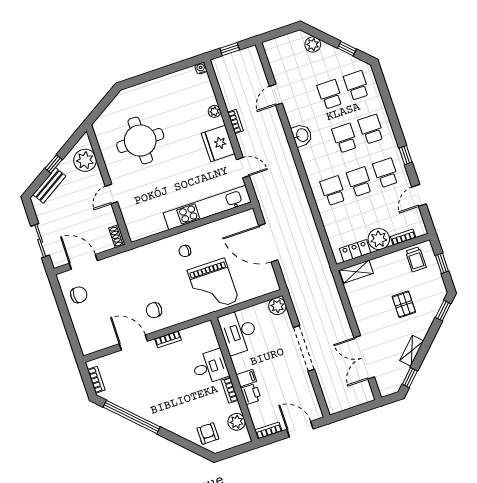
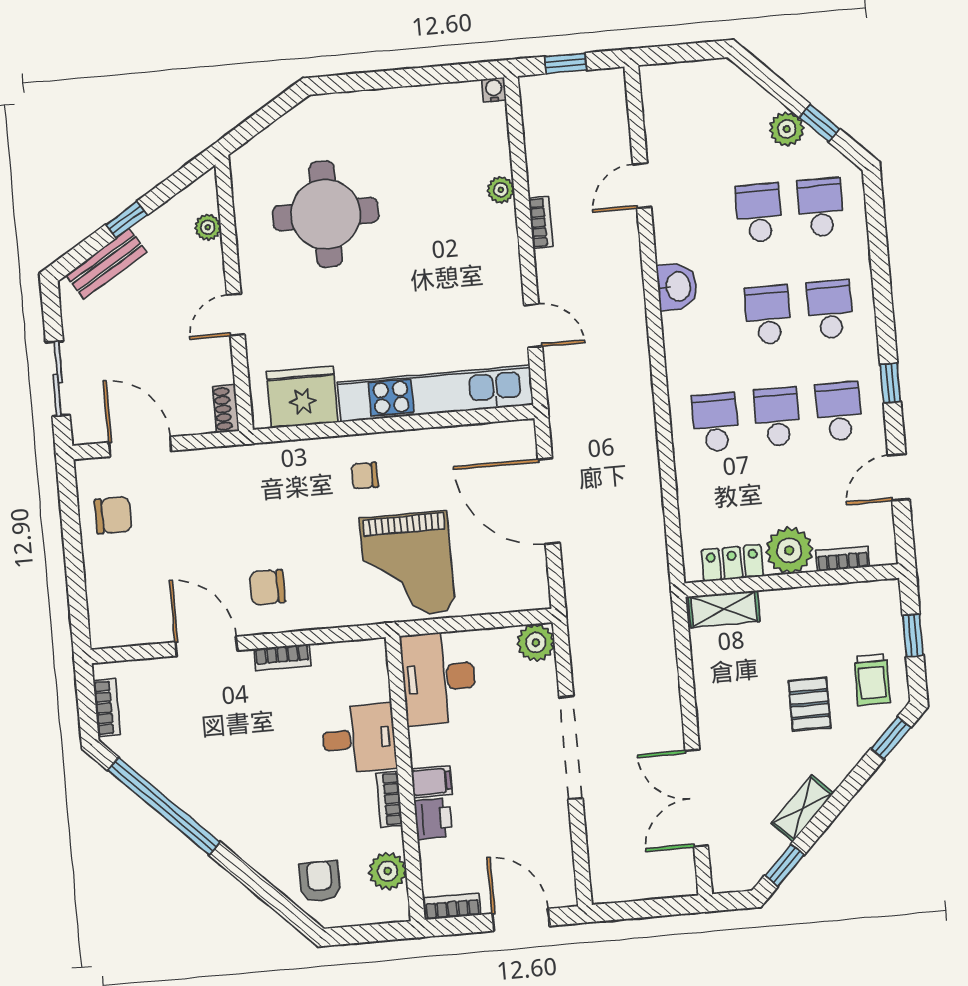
plant: (313, 44) -> (787, 129), moved
fridge: (218, 143) -> (302, 397), moved, turned 90
plant: (85, 160) -> (208, 227), width x0.53, depth x0.53
trolley: (416, 259) -> (872, 679), moved

